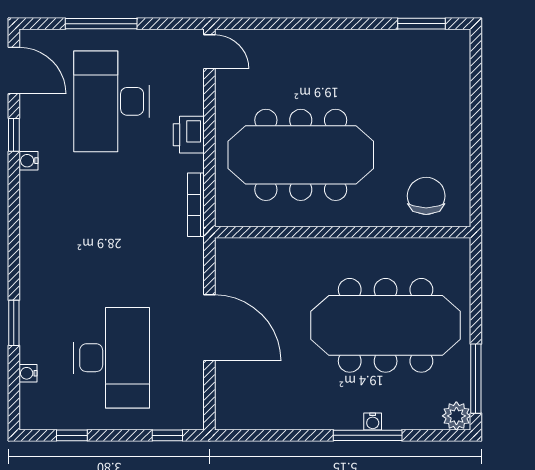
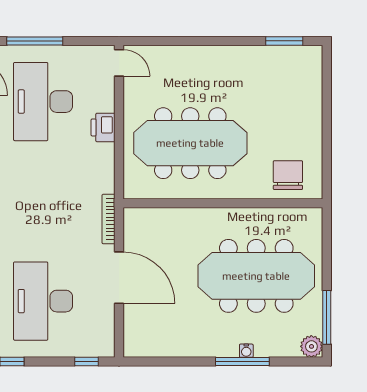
bookcase: (196, 205) -> (109, 219), moved
desk: (112, 358) -> (43, 301), turned 180

